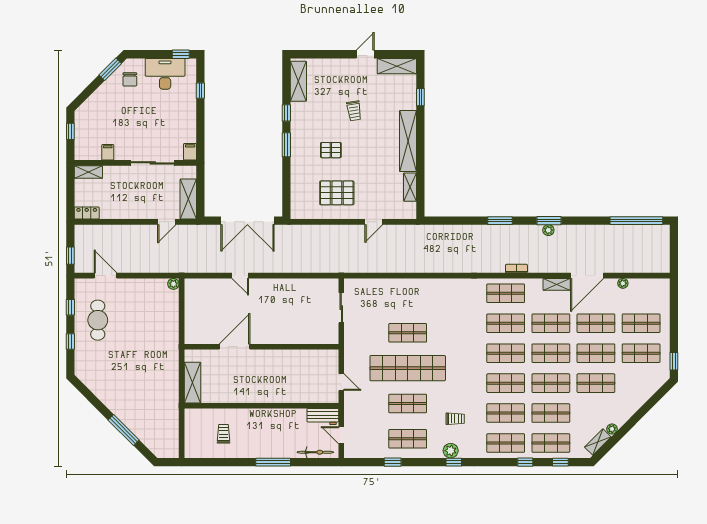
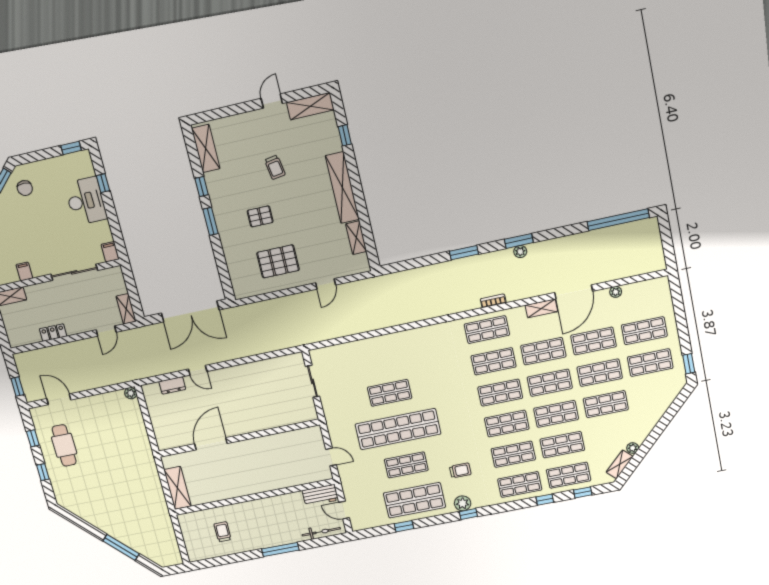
desk: (165, 74) -> (86, 201), moved, turned 90
shelving: (188, 199) -> (126, 309), width x0.67, depth x0.75
locker: (87, 213) -> (53, 333), moved
dresser: (213, 285) -> (172, 385), added
shop shelf: (408, 439) -> (414, 500), width x1.43, depth x1.36

